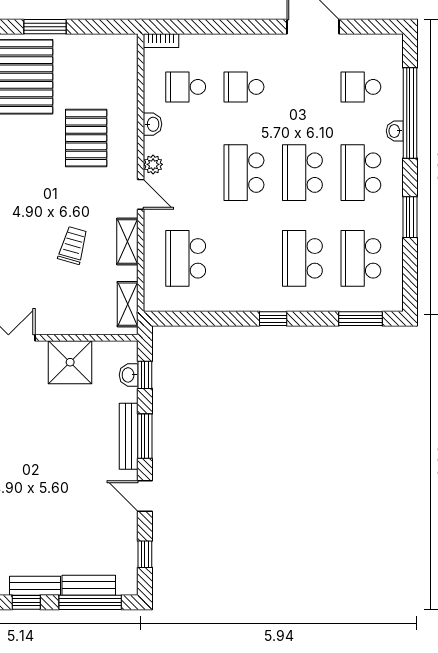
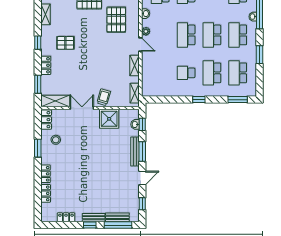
trolley: (73, 245) -> (104, 97), moved
school desk: (186, 258) -> (186, 73), moved, width x0.54
door: (145, 496) -> (142, 178), swing flipped

